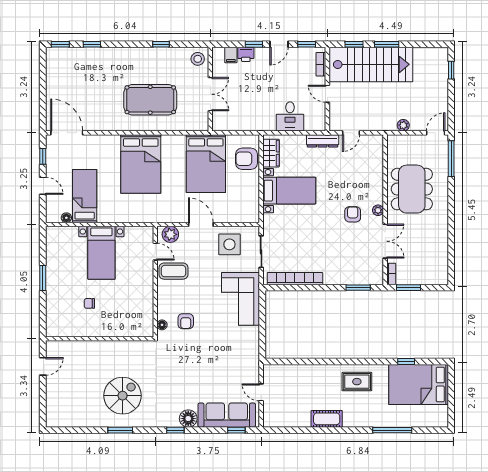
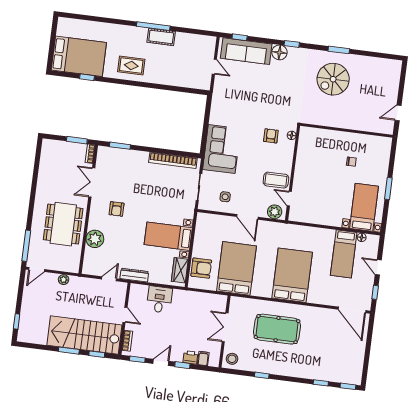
plant: (378, 210) -> (95, 239), moved, width x1.88, depth x1.88
side table: (229, 244) -> (225, 197), width x0.54, depth x0.54
bed with nightstands: (101, 253) -> (364, 207), moved
window: (392, 430) -> (153, 26), moved

